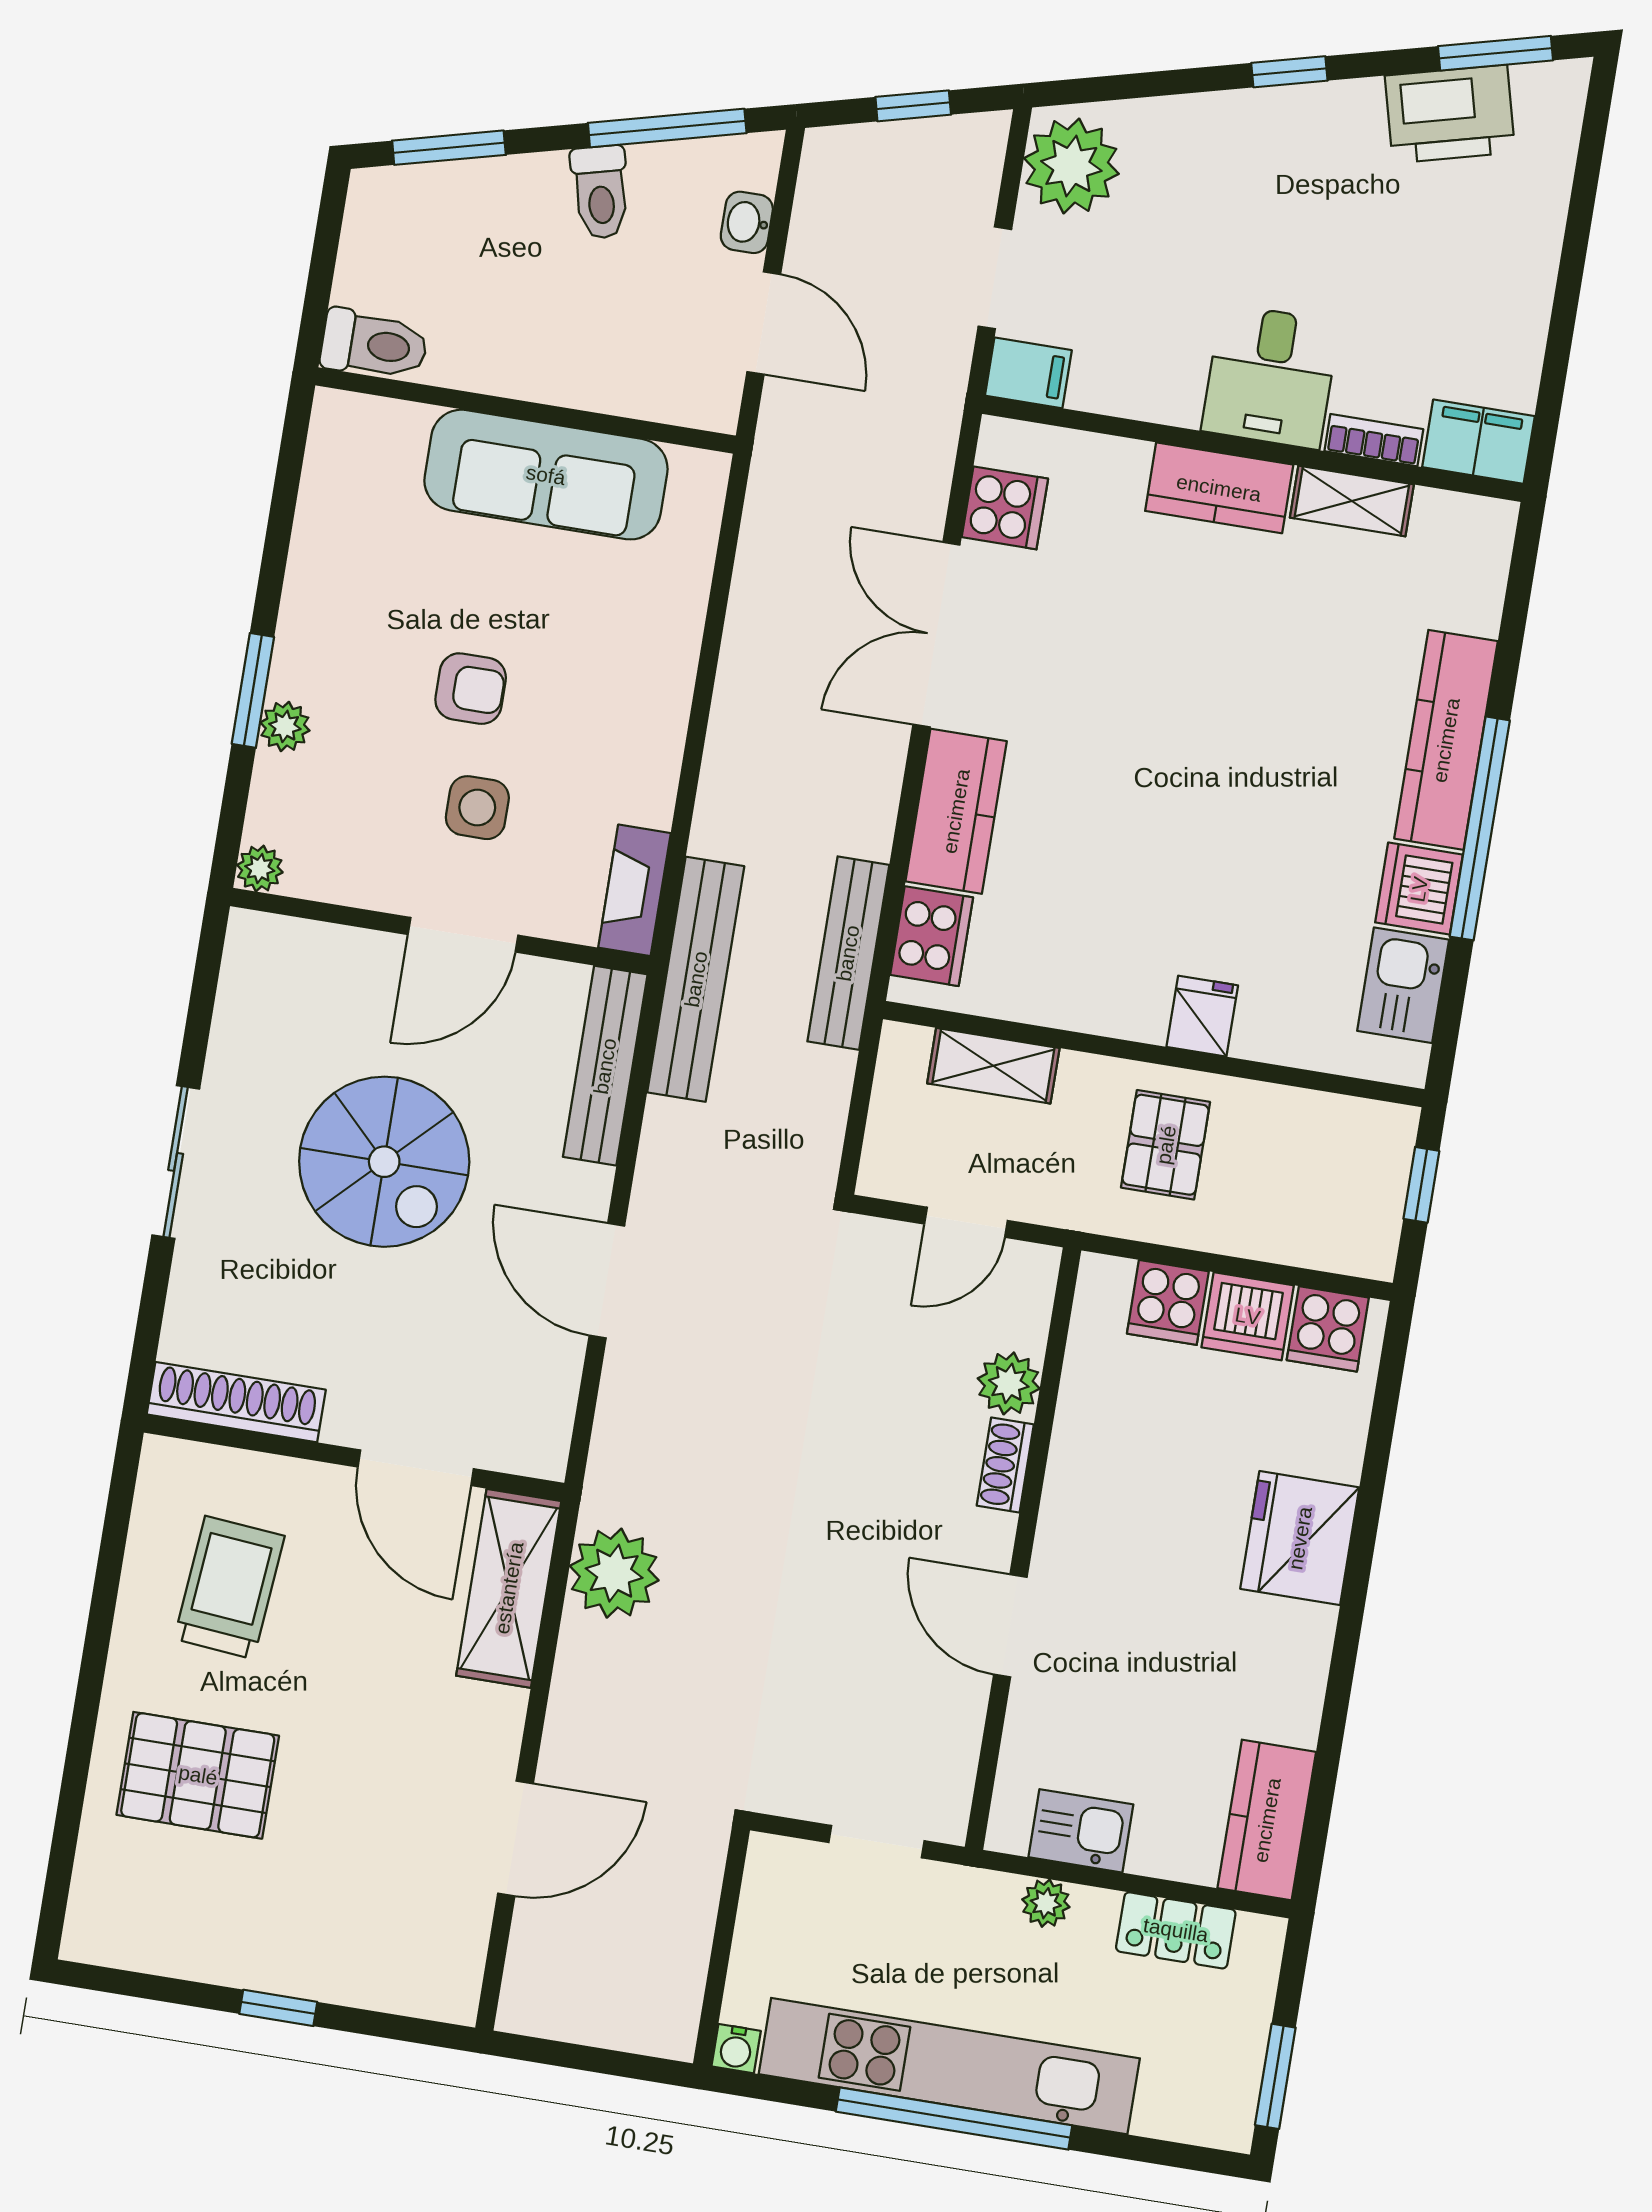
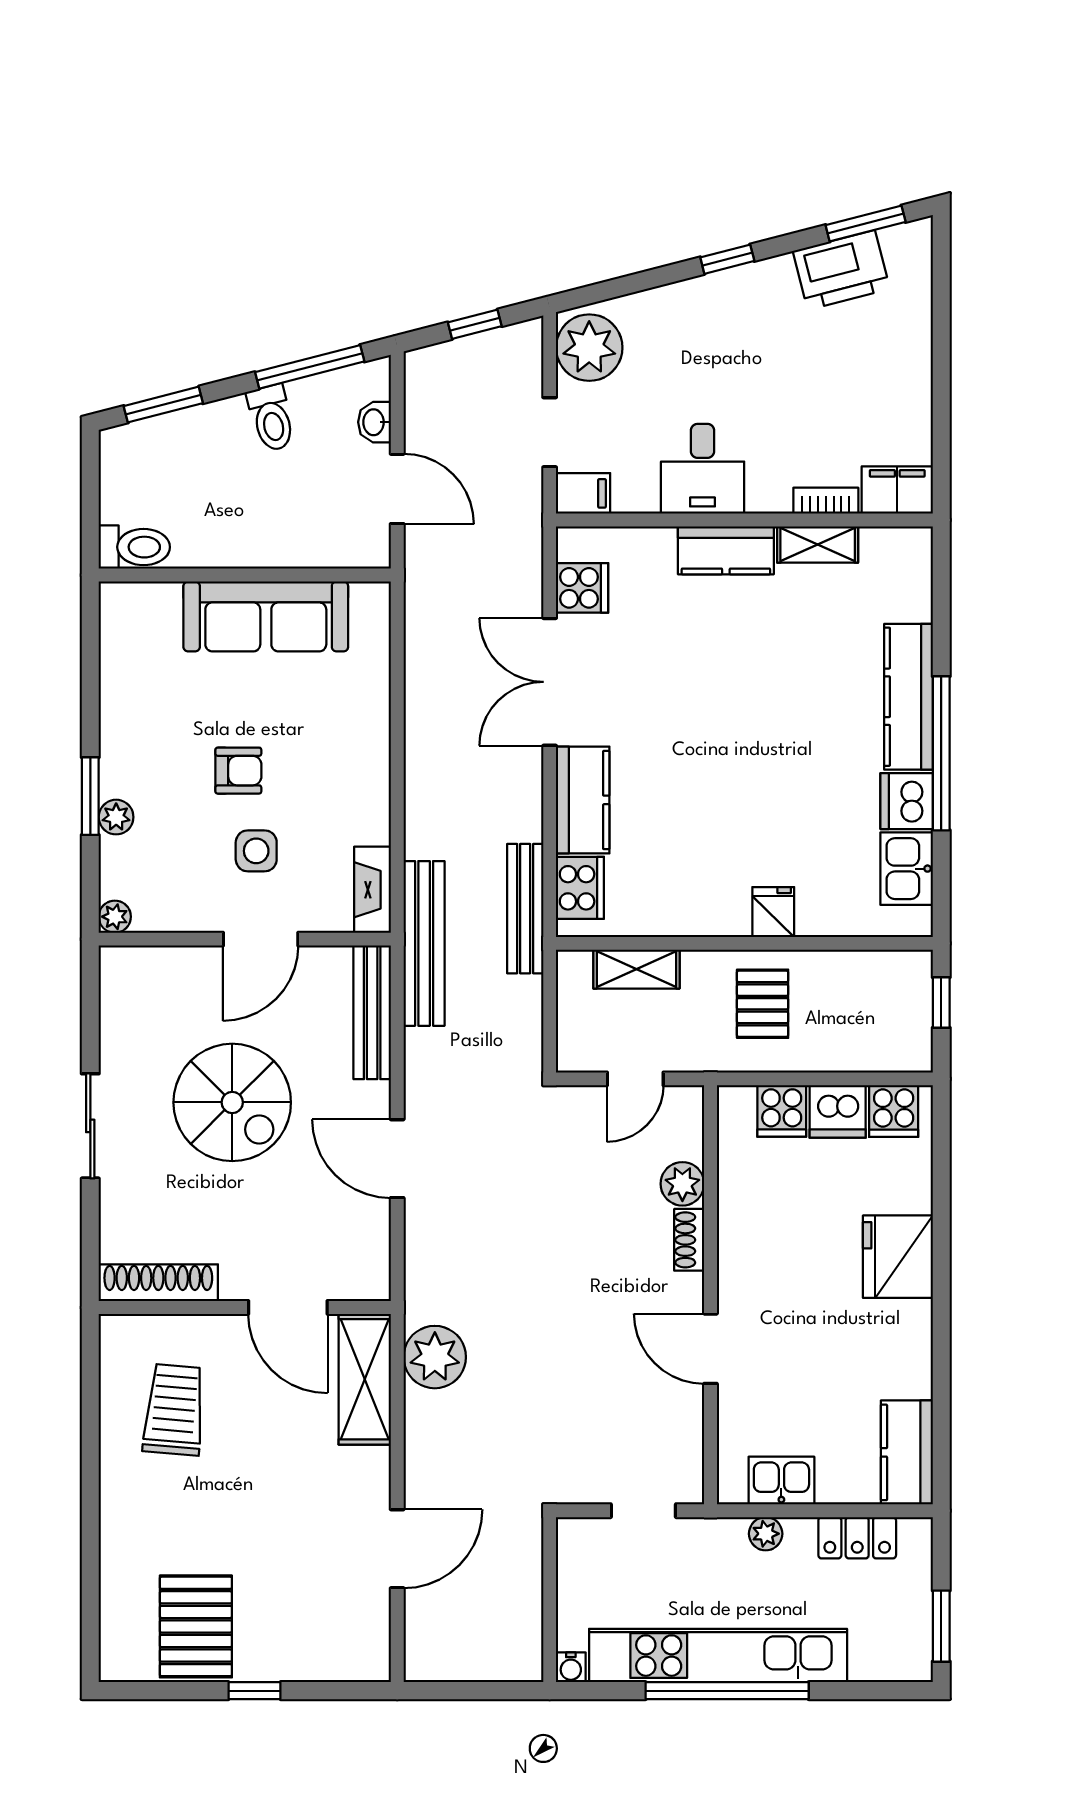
desk: (1270, 376) -> (703, 469), moved
pallet: (198, 1775) -> (196, 1626), moved, turned 90

